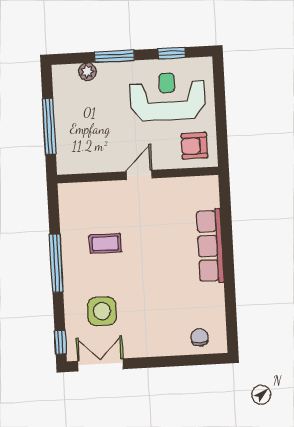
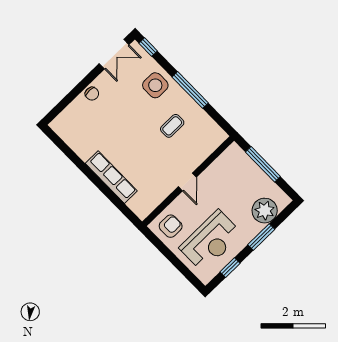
plant: (87, 72) -> (265, 211), width x1.87, depth x1.87
side table: (102, 311) -> (155, 85), moved
chair: (200, 337) -> (92, 94), moved

